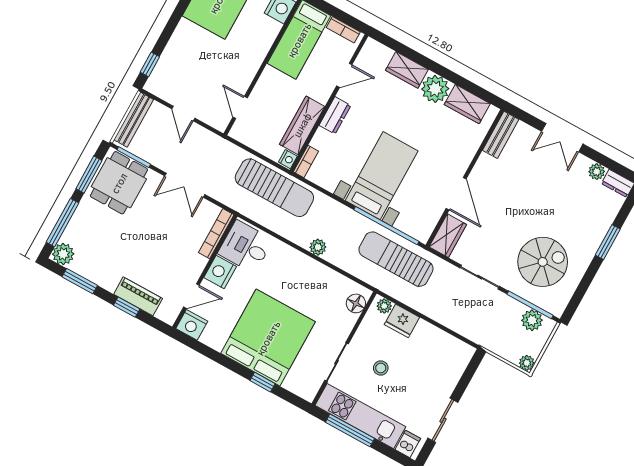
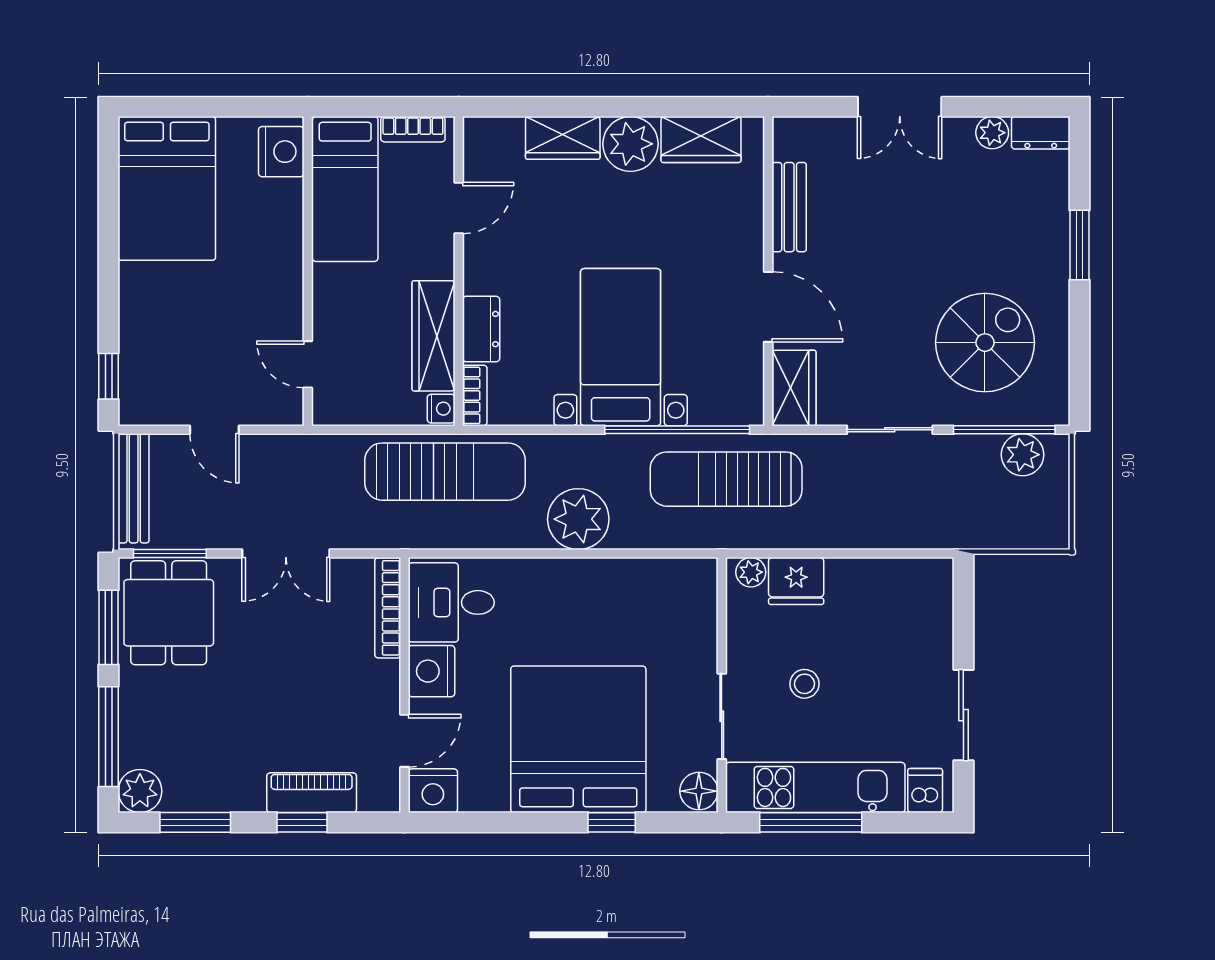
dresser: (335, 115) -> (481, 329), moved
bench: (501, 135) -> (789, 207), moved
plant: (318, 247) -> (578, 519), width x1.88, depth x1.88
floor lamp: (356, 303) -> (699, 791), moved
plant: (527, 363) -> (1055, 534), removed

